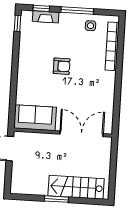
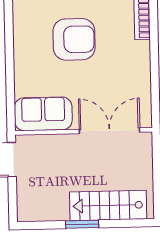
armchair: (62, 66) -> (74, 39), width x1.88, depth x1.88

